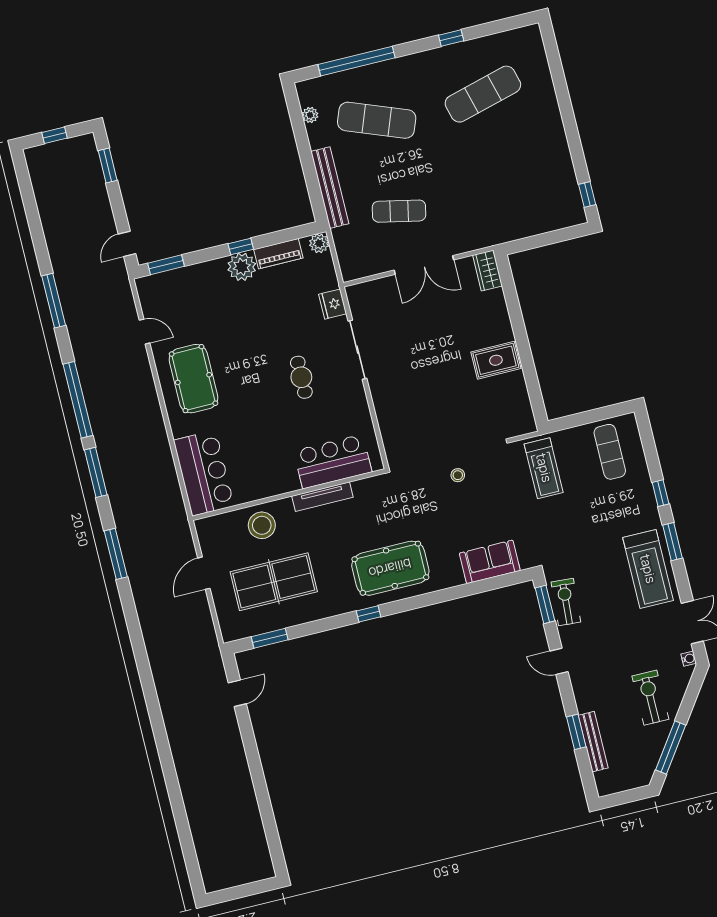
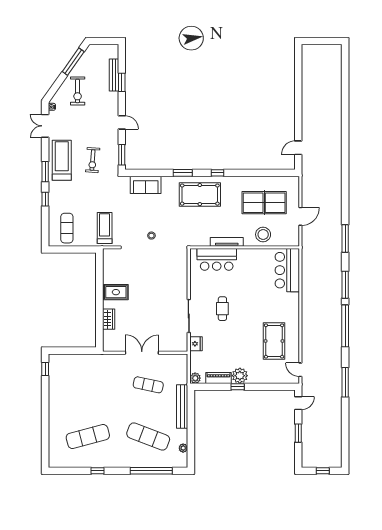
window: (108, 165) -> (298, 433), moved
window: (166, 265) -> (280, 387), removed
wardrobe: (488, 270) -> (109, 319), moved
door: (145, 332) -> (300, 370), moved
pool table: (193, 379) -> (274, 341), moved
exercise bike: (566, 602) -> (93, 160), moved
window: (270, 638) -> (183, 173), moved

